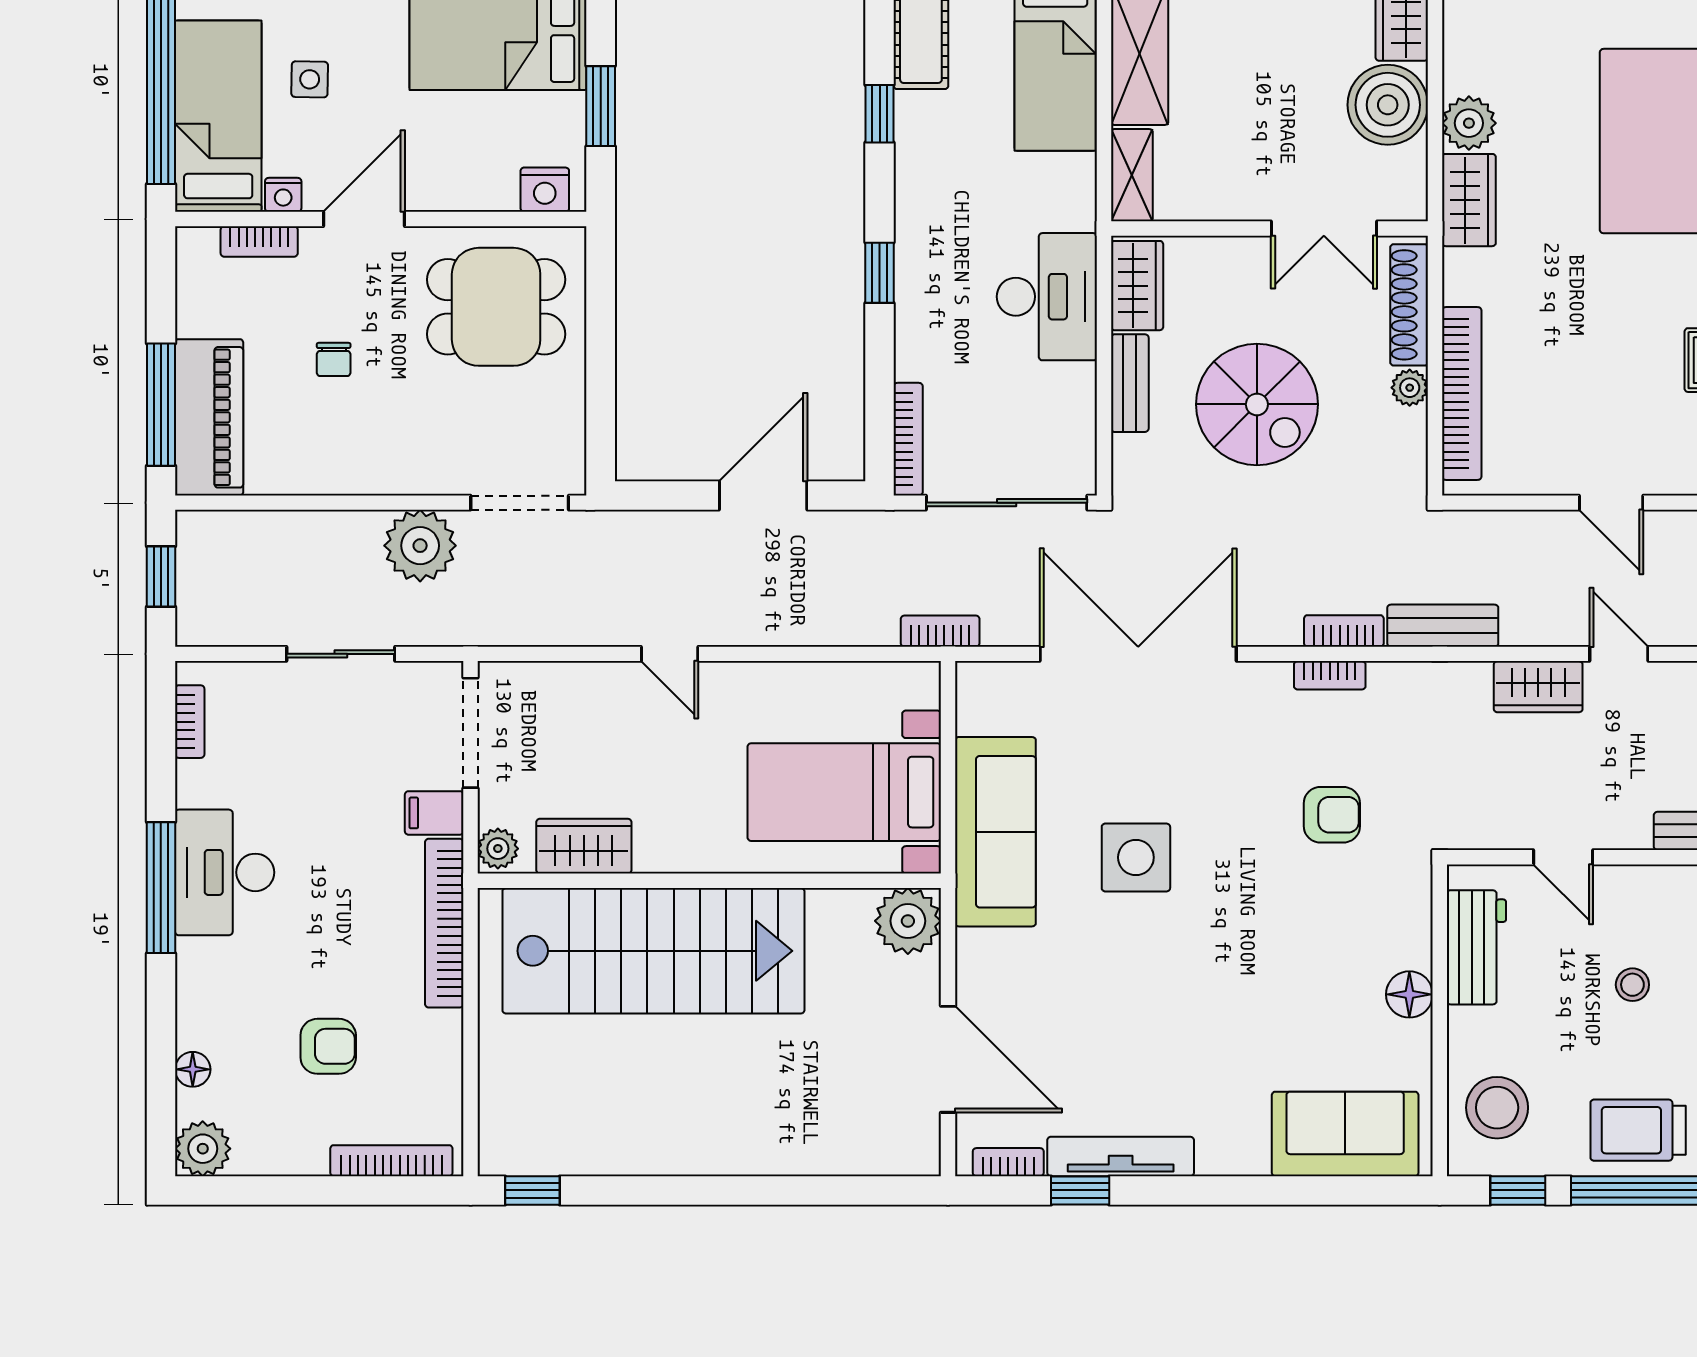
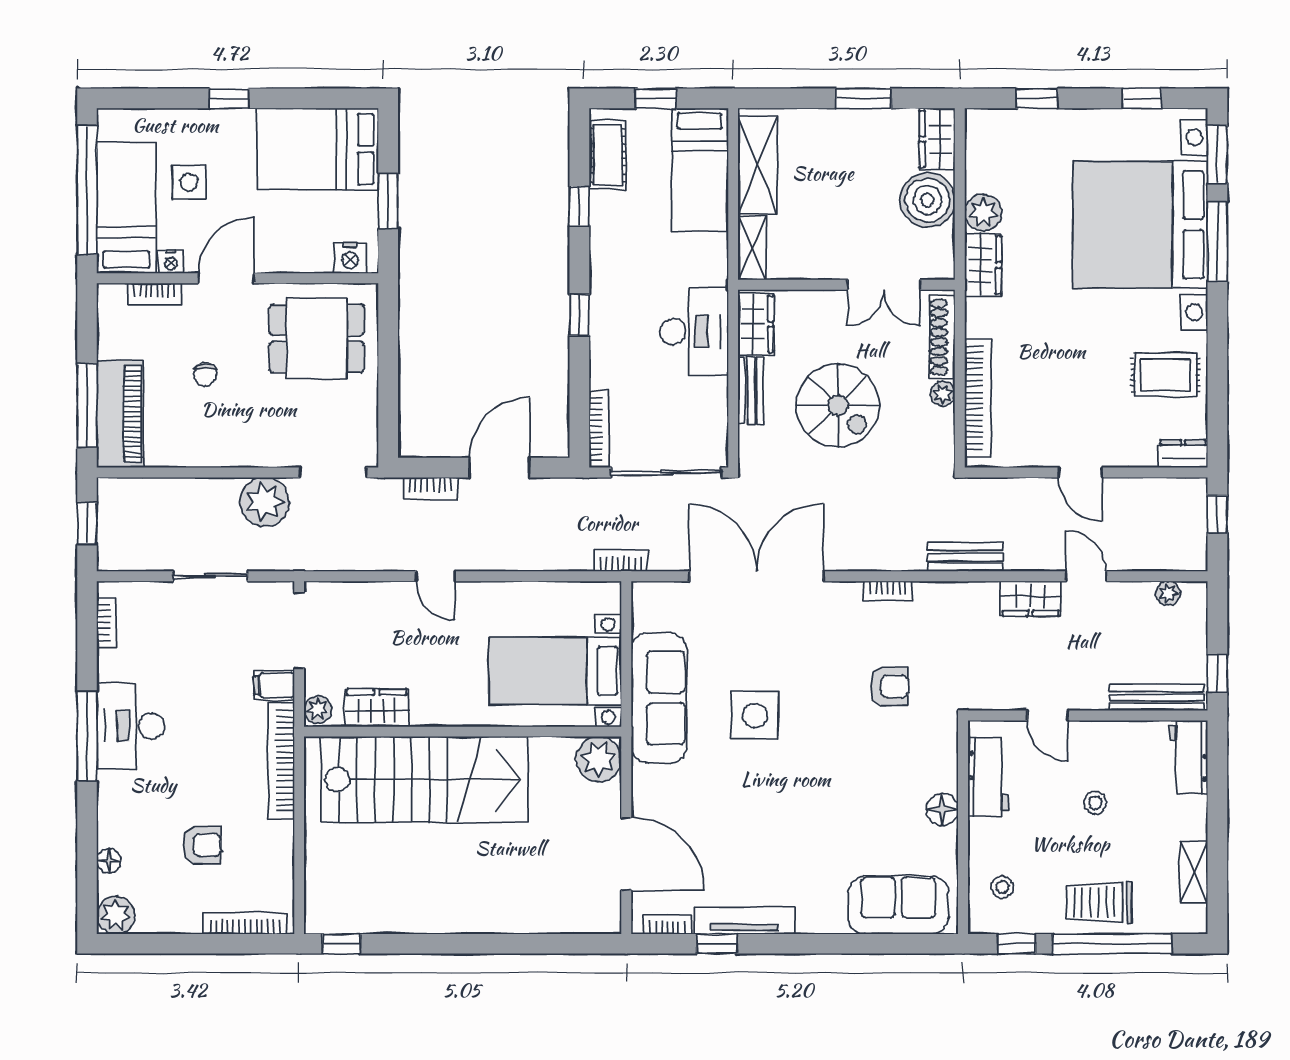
side table: (310, 79) -> (189, 183), width x1.37, depth x1.37
bookcase: (1344, 631) -> (430, 488), moved, turned 180
stool: (1497, 1108) -> (1002, 887), width x0.53, depth x0.53

